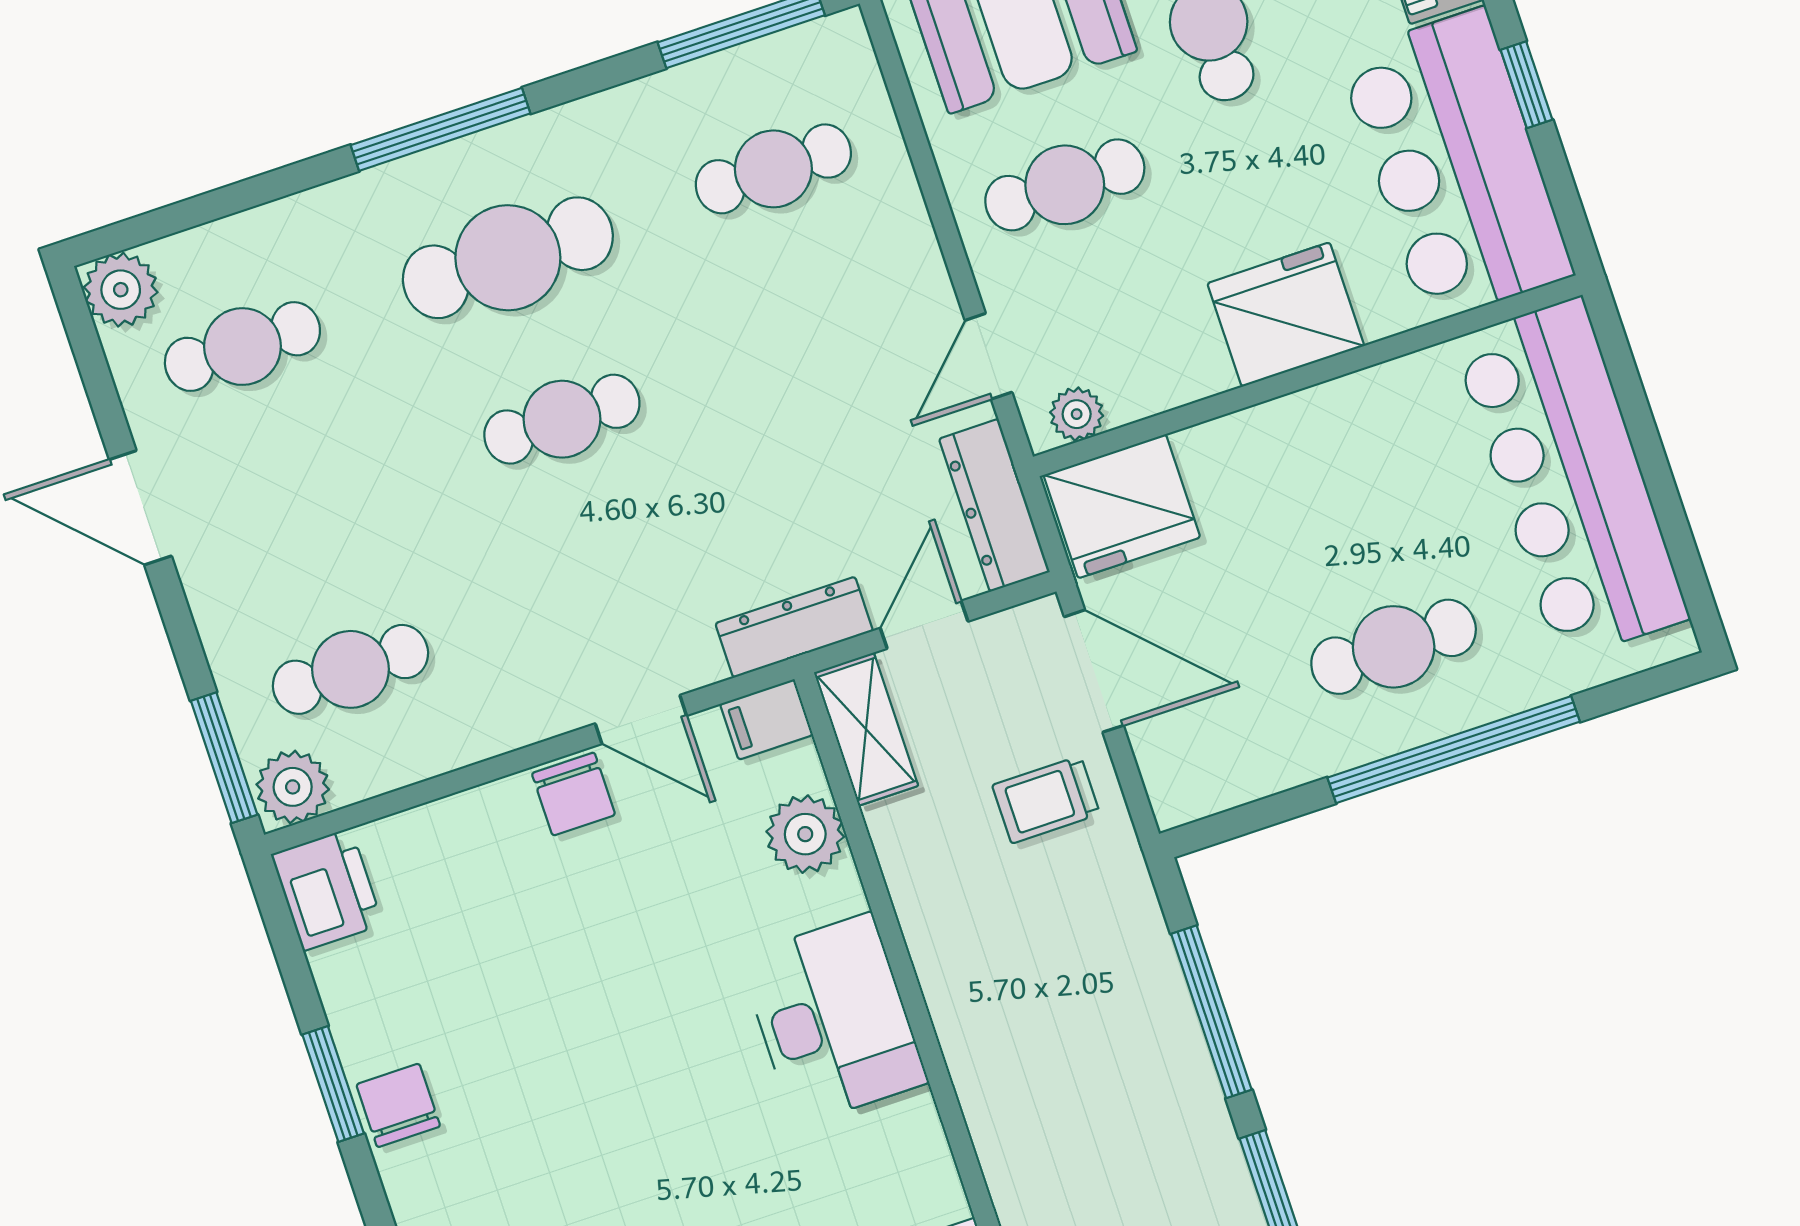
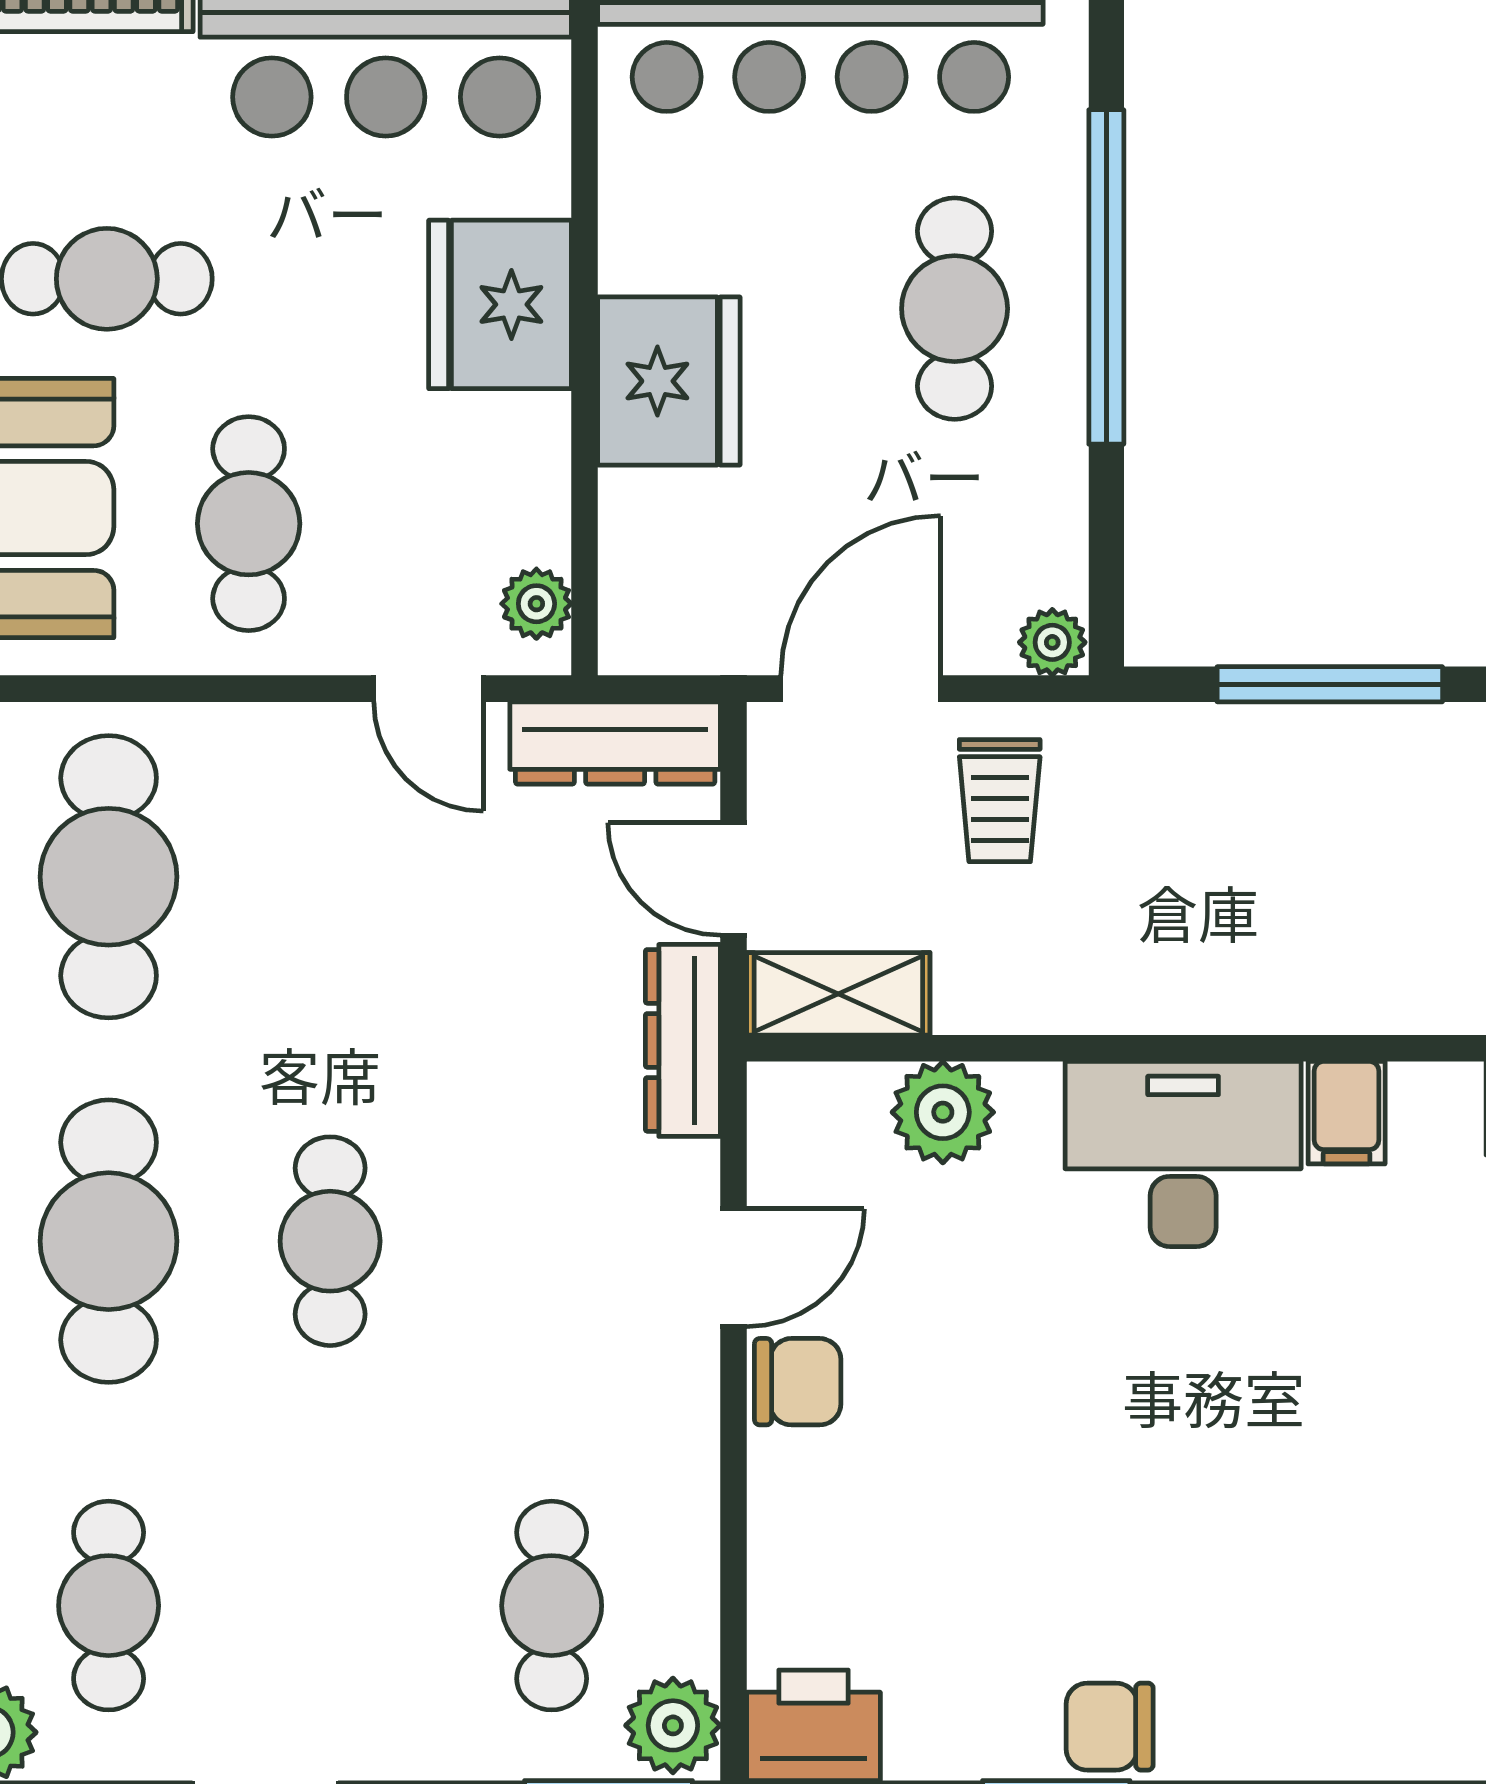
cafe table: (773, 169) -> (109, 877), width x1.37, depth x1.35
fridge: (1122, 506) -> (669, 381), moved
filing cabinet: (766, 719) -> (1347, 1113), moved
plant: (1174, 799) -> (1052, 642), added

